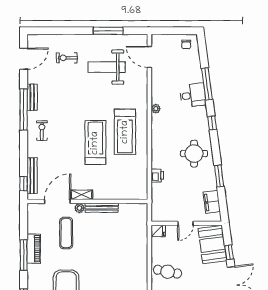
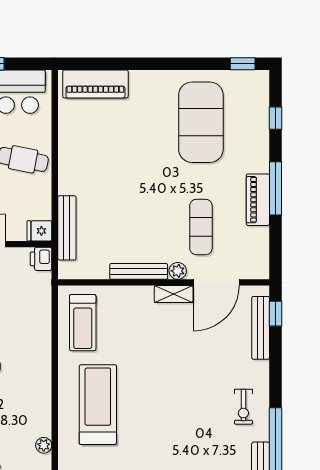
treadmill: (95, 143) -> (83, 323), moved, width x0.73, depth x0.73
printer: (157, 175) -> (41, 259), moved
bench: (143, 233) -> (67, 228), added

